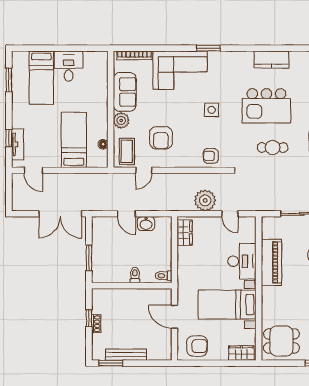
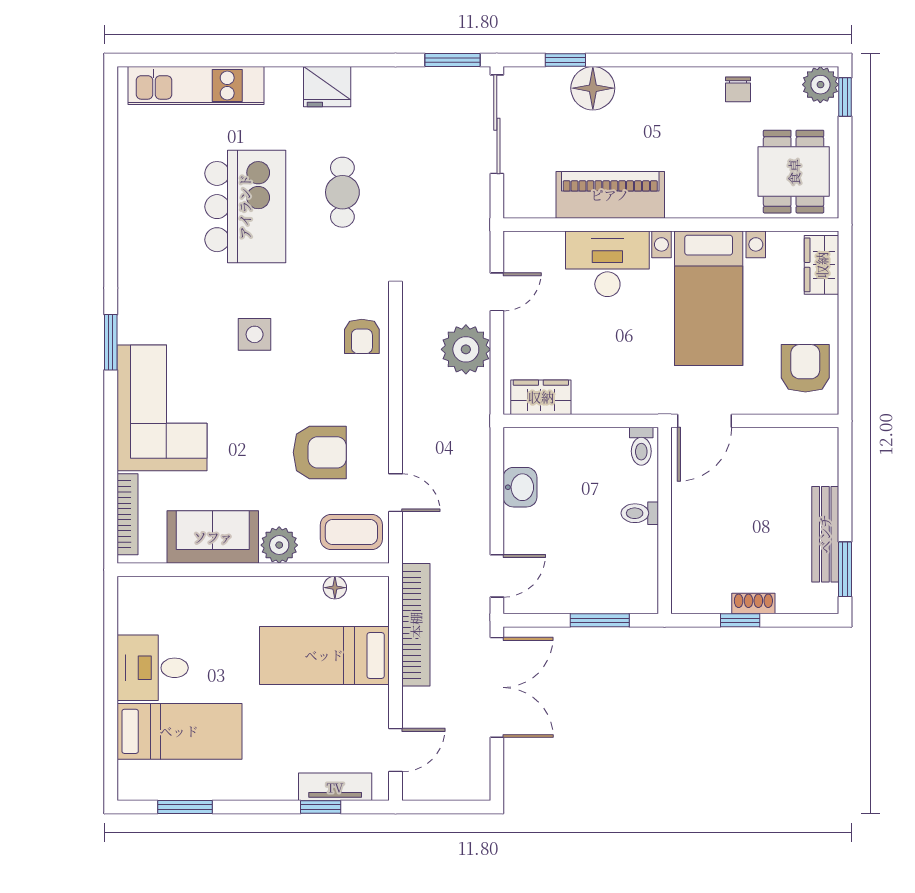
kitchen counter: (271, 59) -> (137, 195), removed
bookcase: (87, 179) -> (416, 625), added
door: (126, 214) -> (497, 576), moved
door: (174, 317) -> (705, 421), moved

